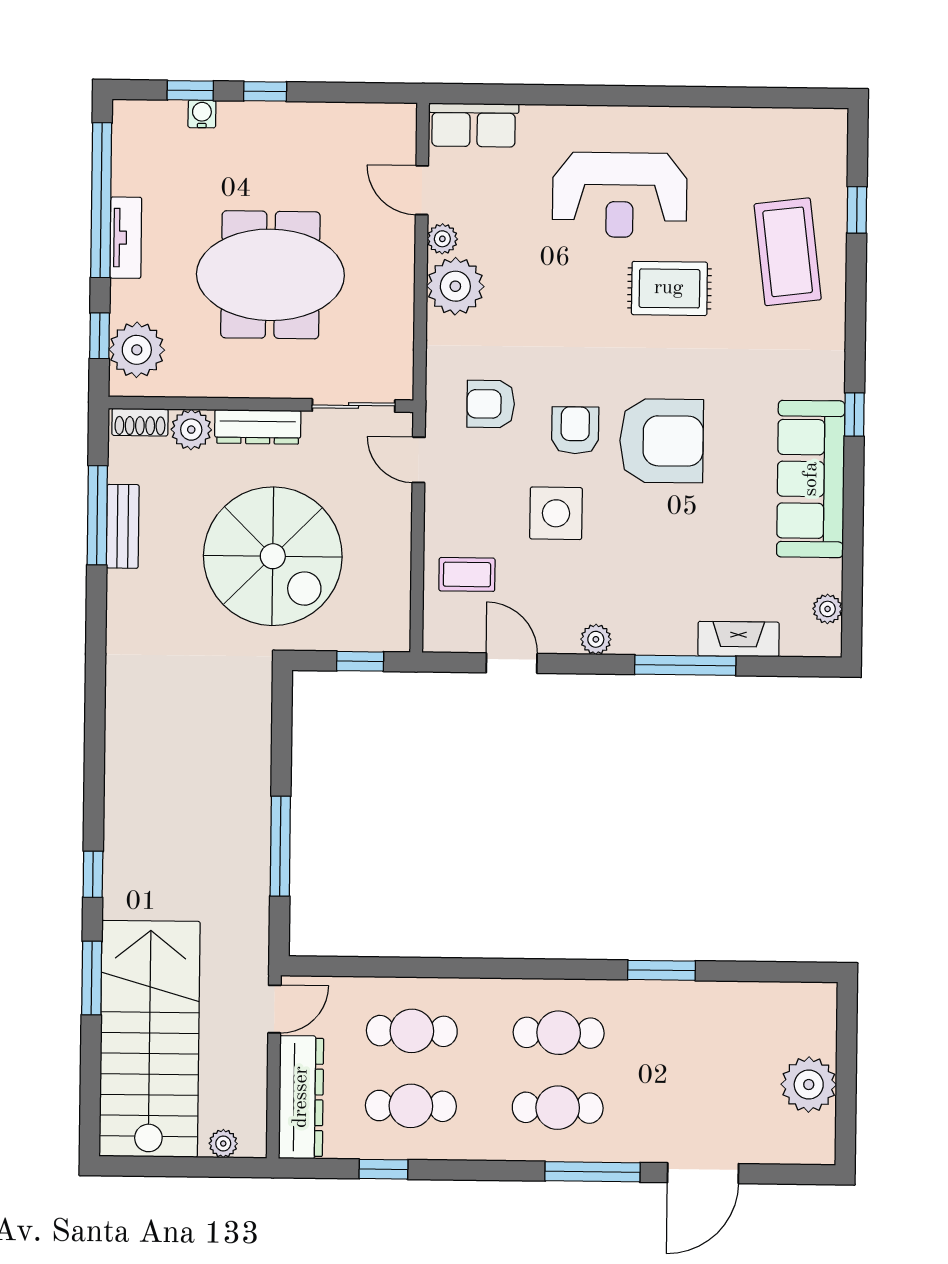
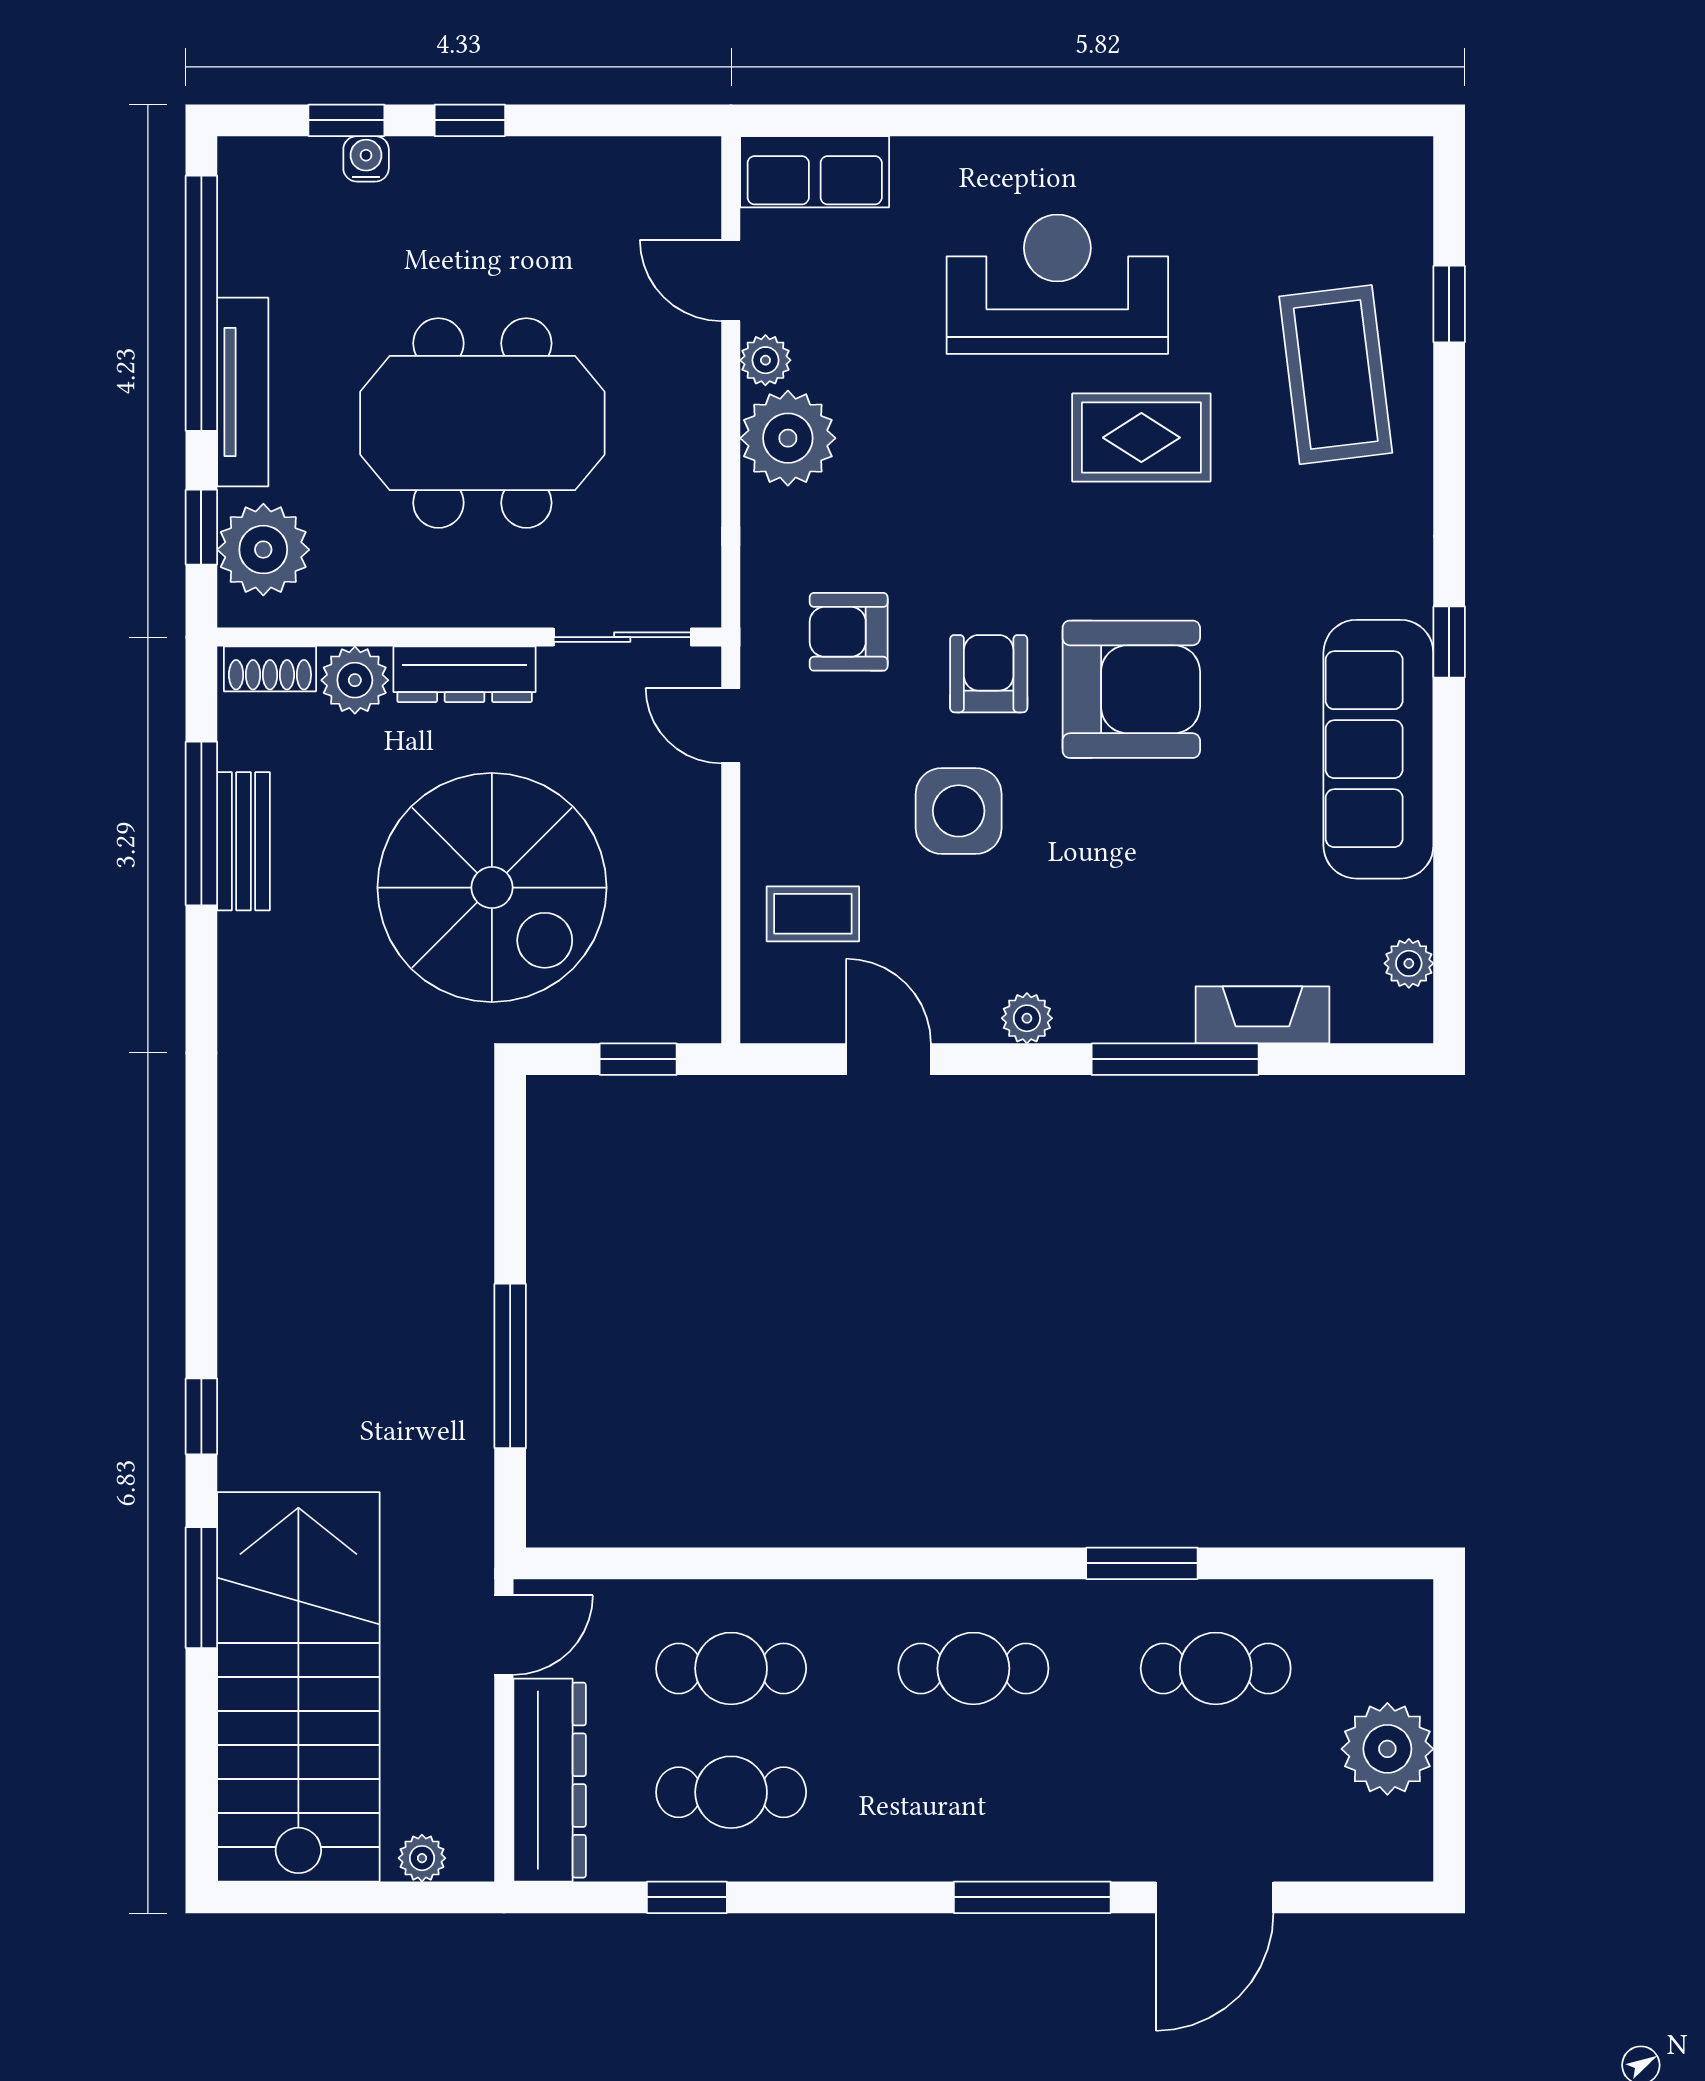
reception desk: (620, 195) -> (1057, 284), turned 180
tv unit: (126, 238) -> (243, 392), width x1.41
cafe table: (558, 1108) -> (1216, 1668), moved

